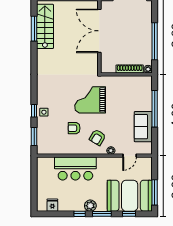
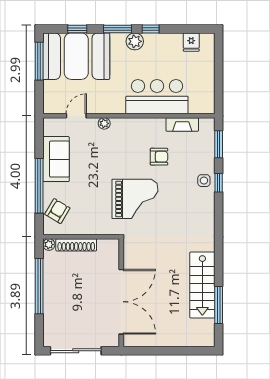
stairs: (45, 26) -> (202, 285), moved
armchair: (97, 137) -> (57, 211), moved
fireplace: (58, 150) -> (182, 124), added

